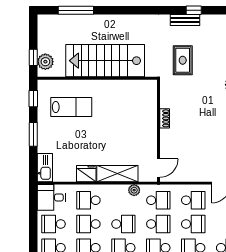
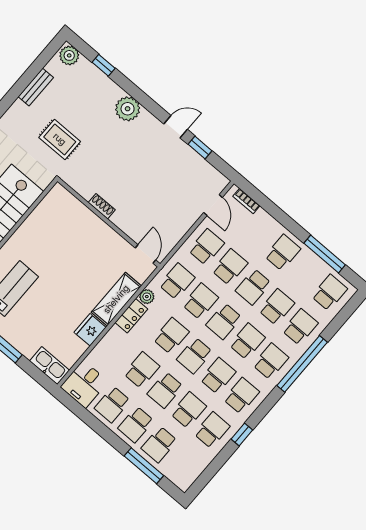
window: (194, 10) -> (20, 86), removed
bench: (185, 20) -> (36, 87), moved
locker: (115, 191) -> (131, 316), added
school desk: (88, 200) -> (118, 350), removed
school desk: (88, 224) -> (142, 370), turned 180

